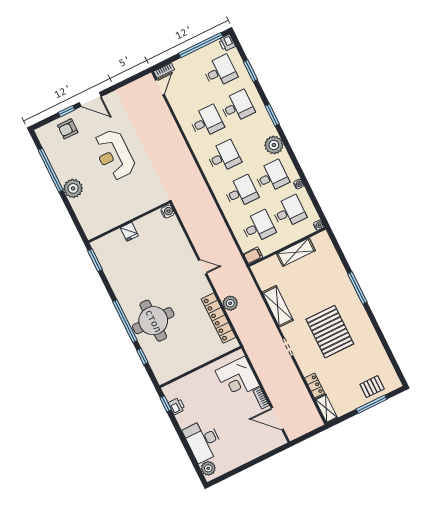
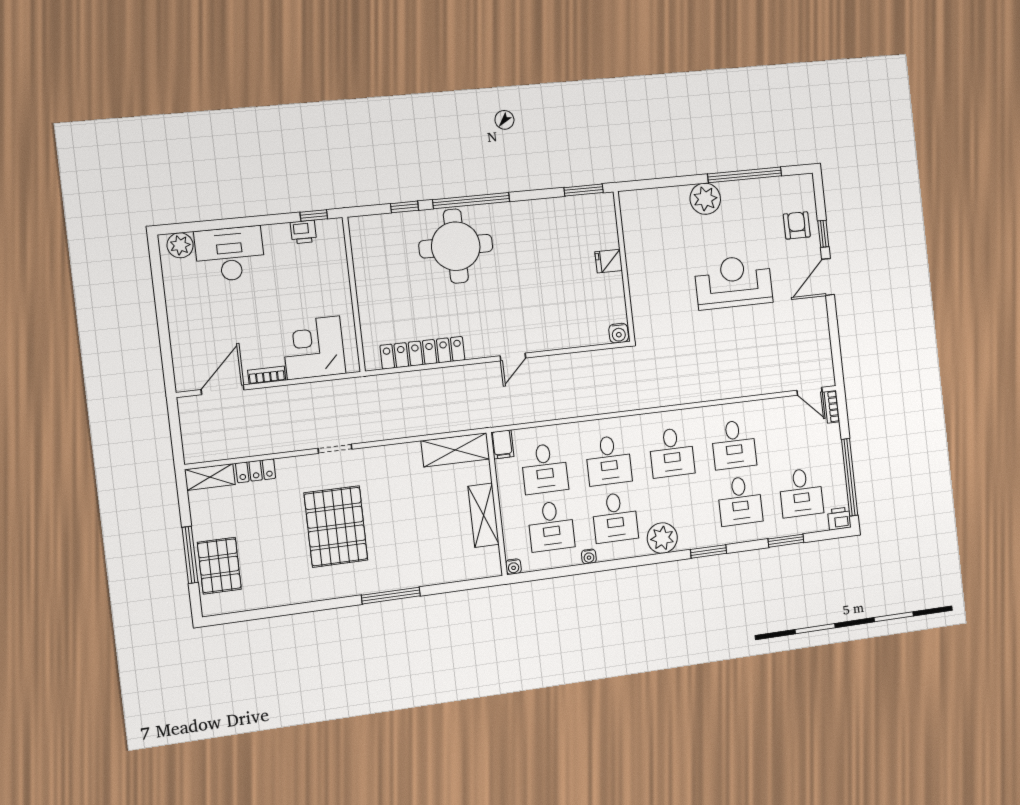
plant: (230, 303) -> (440, 380), removed
shelving: (278, 306) -> (455, 450), moved
pallet: (330, 332) -> (336, 527), turned 90
pallet: (372, 387) -> (219, 566), width x1.50, depth x1.42

